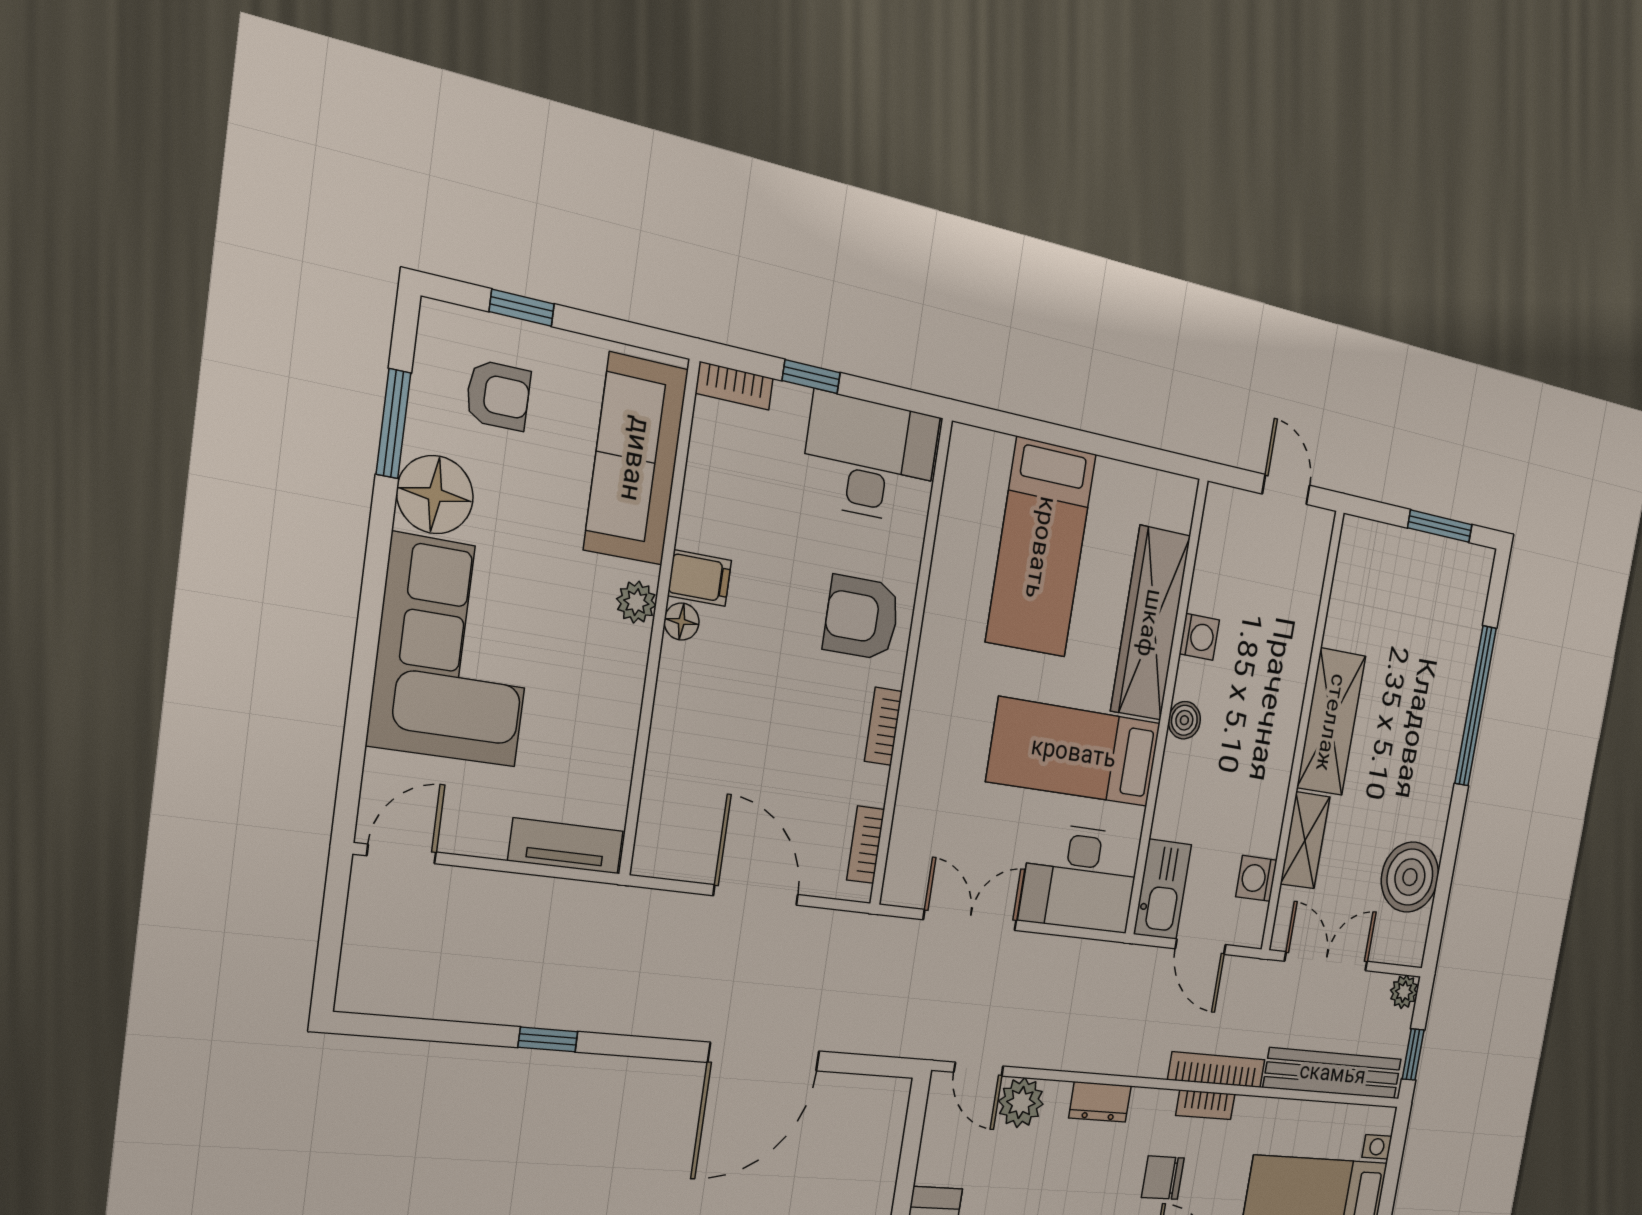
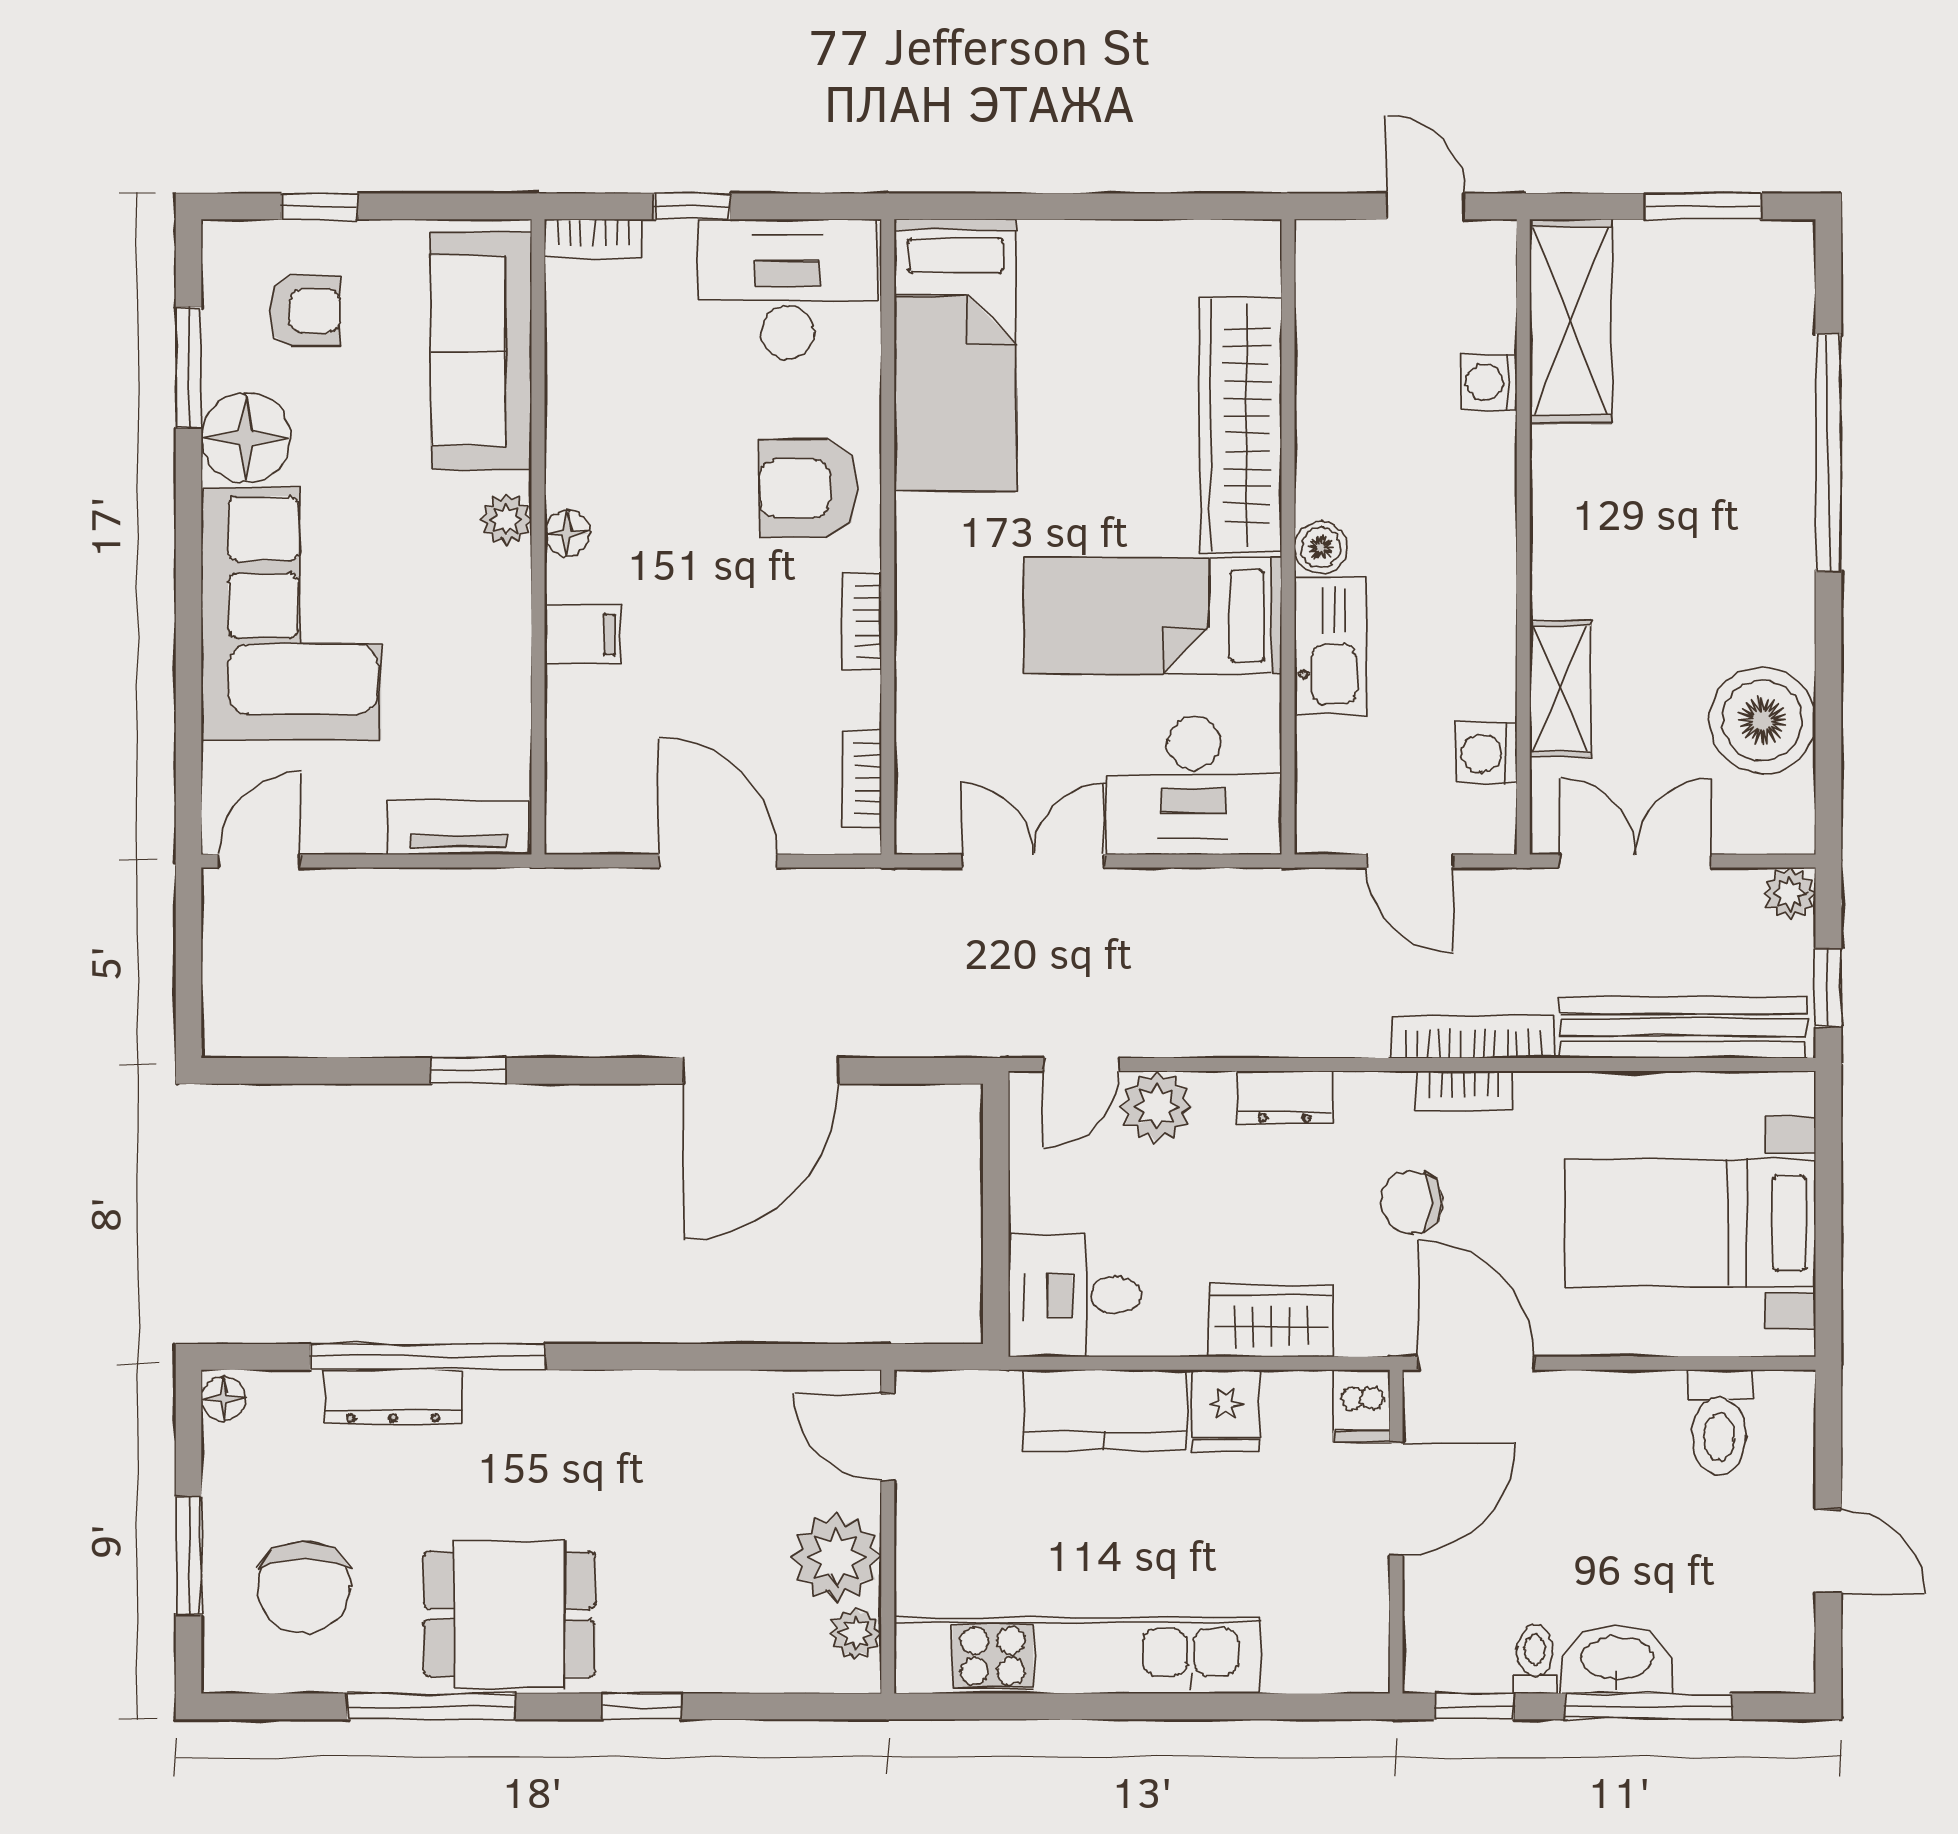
bed: (1041, 548) -> (955, 355), moved
filing cabinet: (699, 578) -> (583, 634), moved
washing machine: (1199, 637) -> (1489, 382), moved, turned 180
shelving: (1331, 722) -> (1570, 321), moved
kitchen sink: (1162, 889) -> (1330, 647), moved
door: (979, 1069) -> (1082, 1064), hinge flipped

